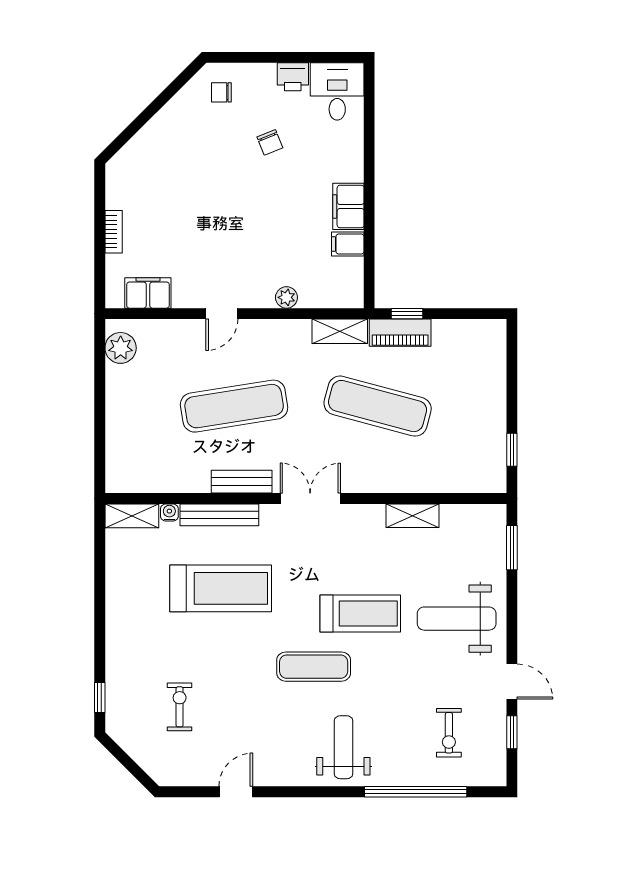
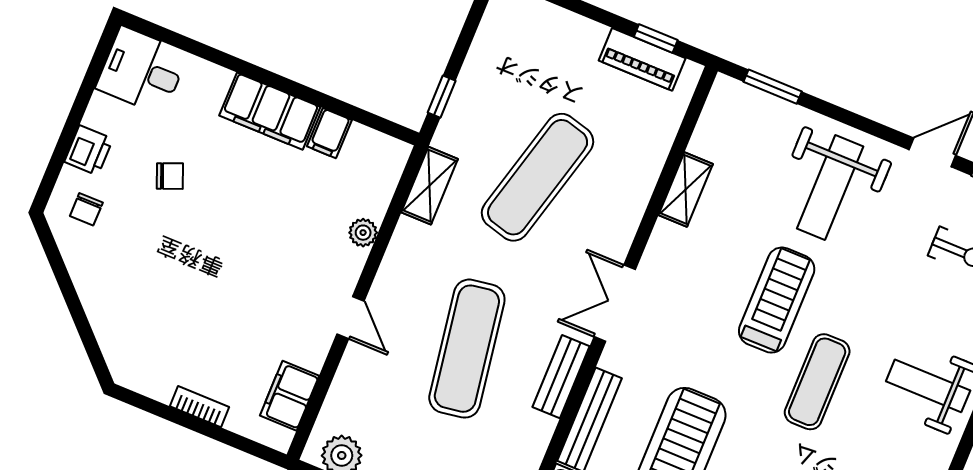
printer: (293, 77) -> (89, 150), moved
filing cabinet: (348, 206) -> (270, 111), width x1.50, depth x1.17
piano: (400, 333) -> (642, 59), moved, turned 90

